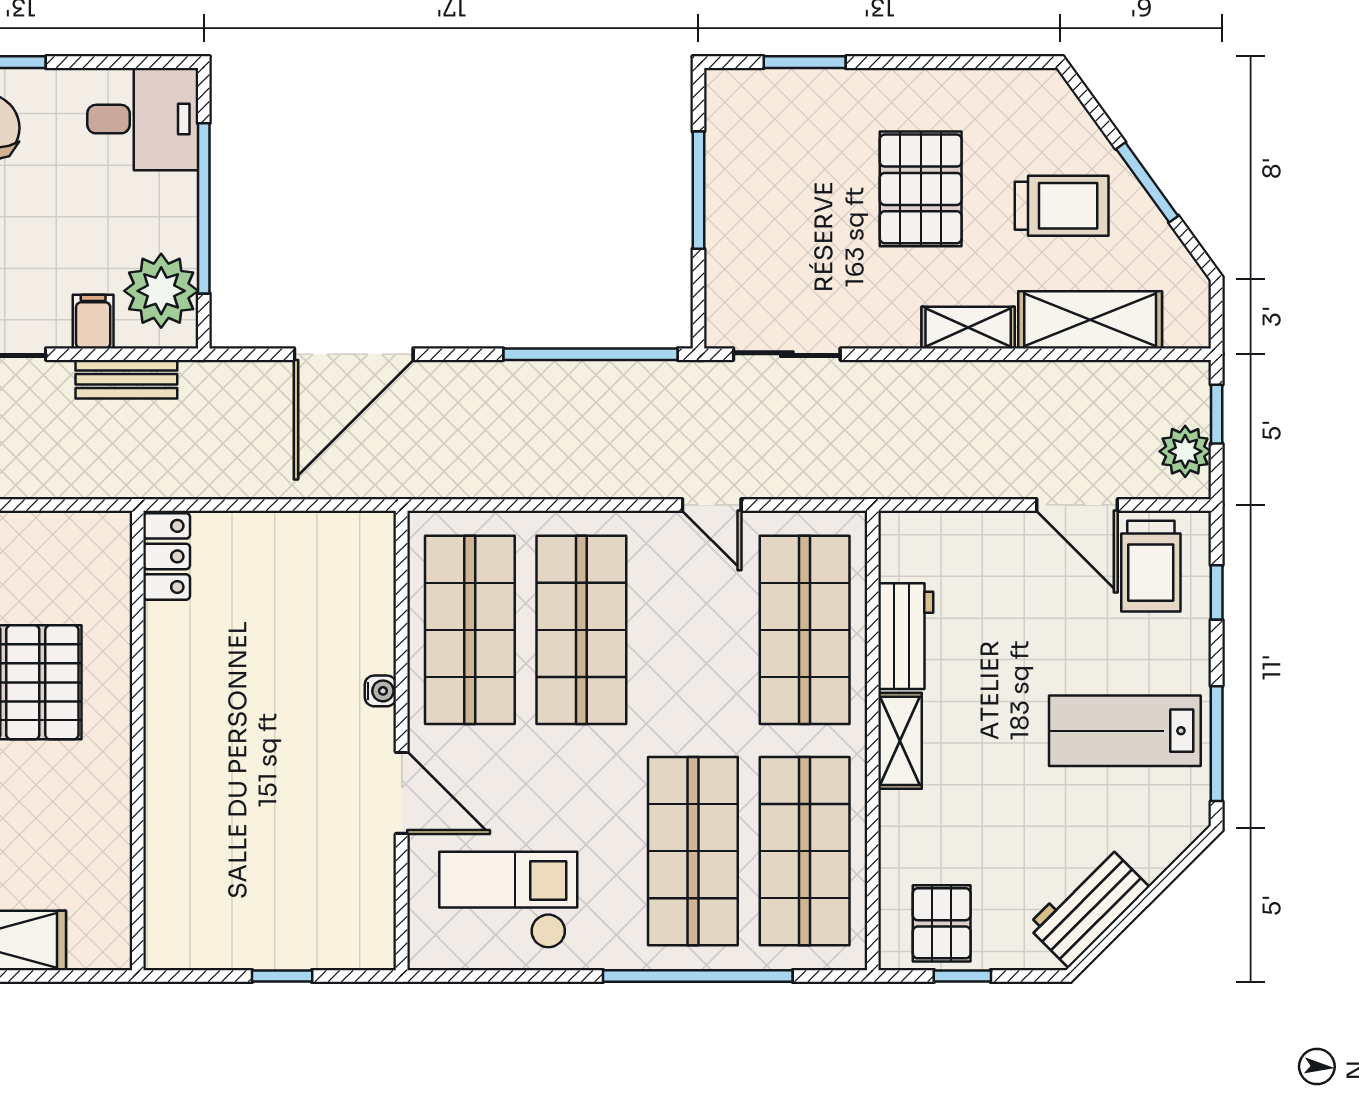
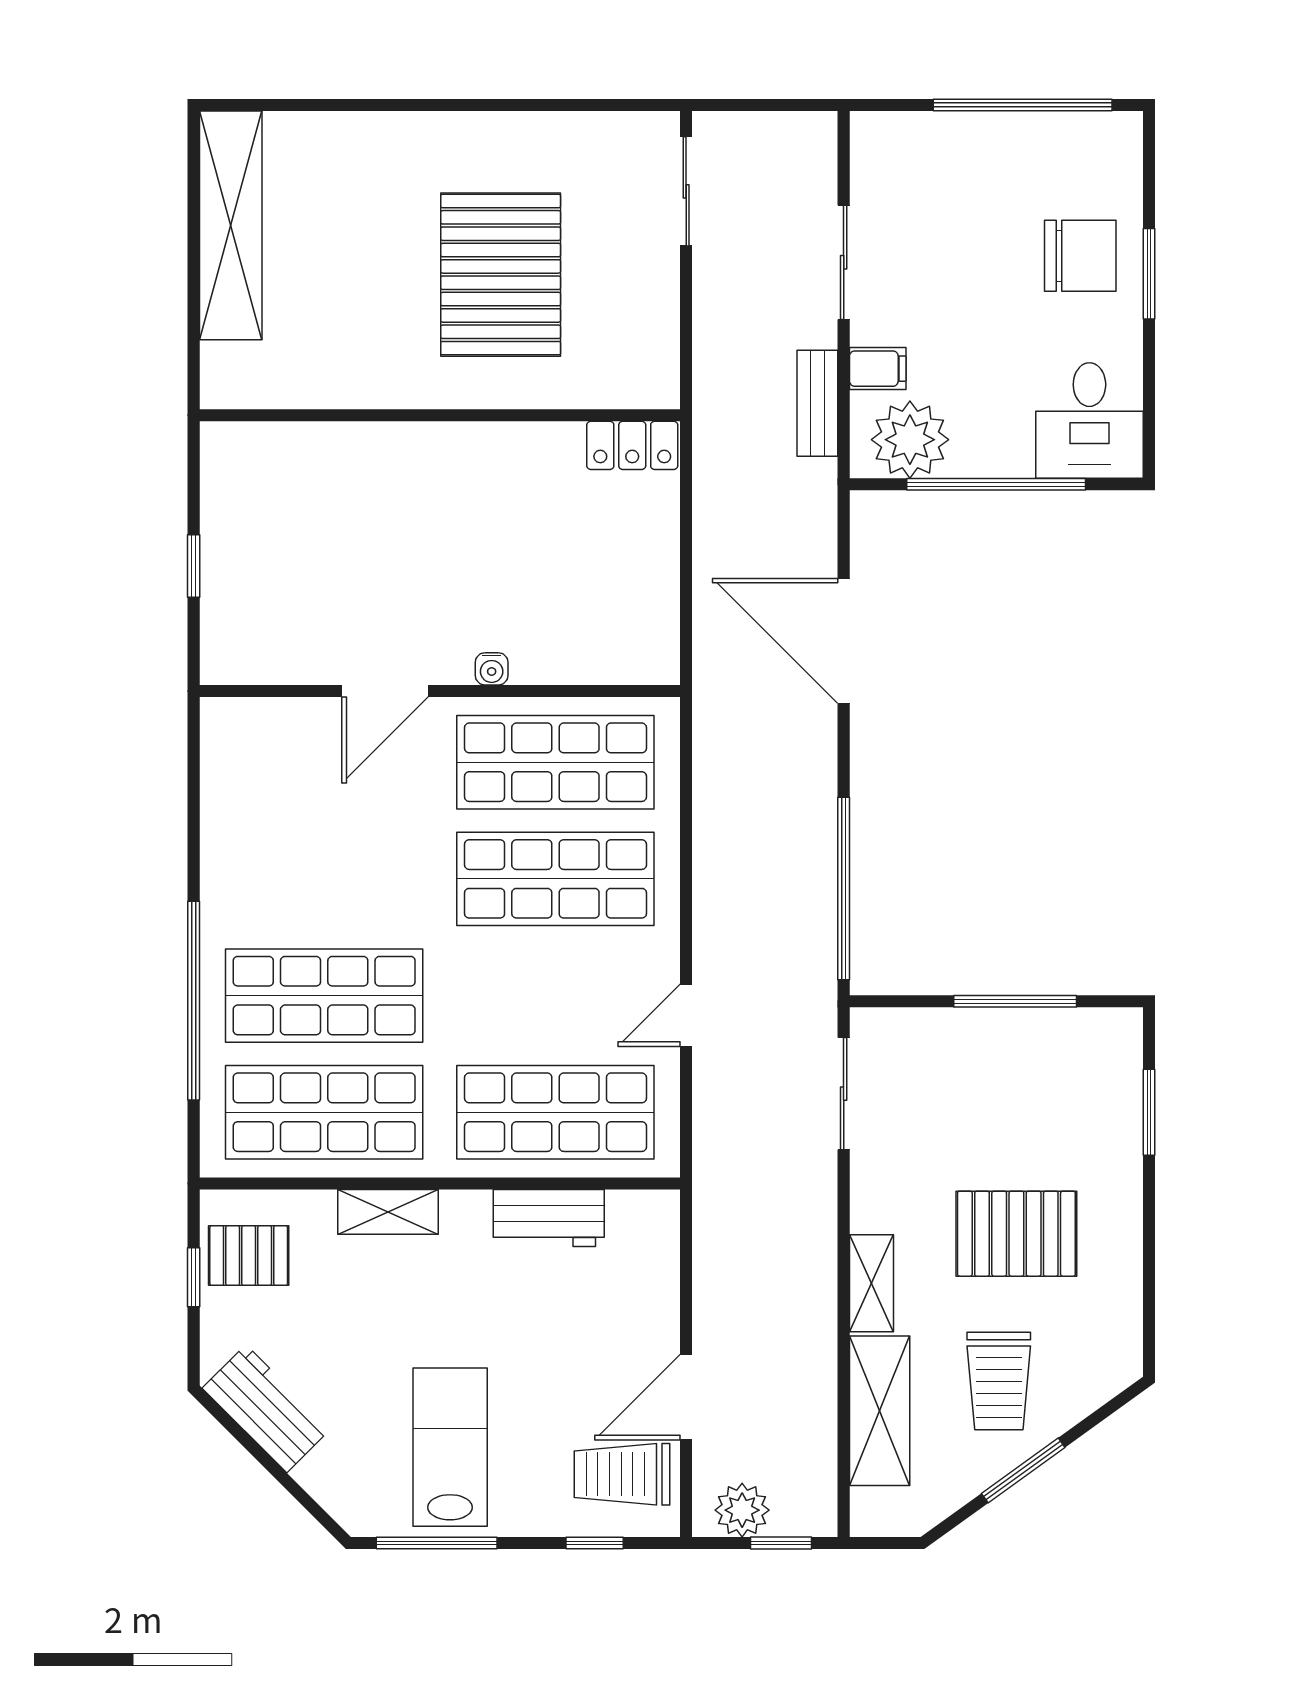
shelving: (900, 741) -> (388, 1212), moved
checkout: (508, 900) -> (273, 803), removed

